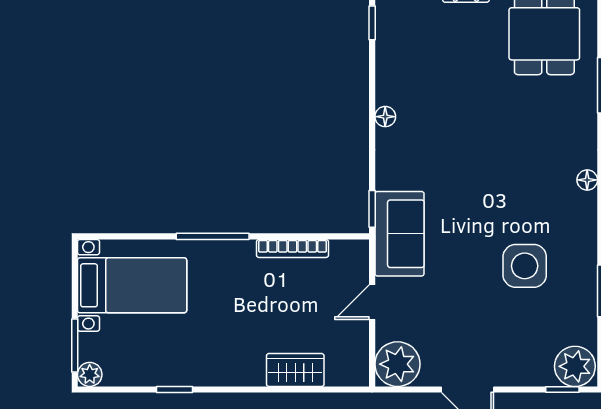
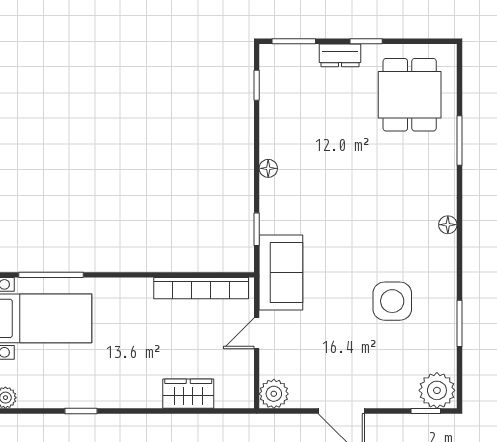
window: (372, 209) -> (257, 229), moved
window: (213, 236) -> (51, 275), moved
bookcase: (292, 248) -> (201, 288), width x1.48, depth x1.31
plant: (397, 364) -> (274, 394), width x0.73, depth x0.73

